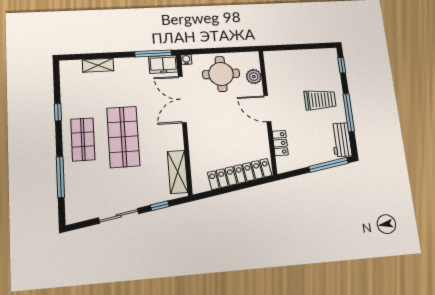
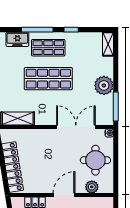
freezer: (163, 64) -> (17, 39), moved, turned -90
shelving: (98, 65) -> (108, 44), moved
plant: (128, 69) -> (104, 85), added
window: (60, 177) -> (37, 30), moved

